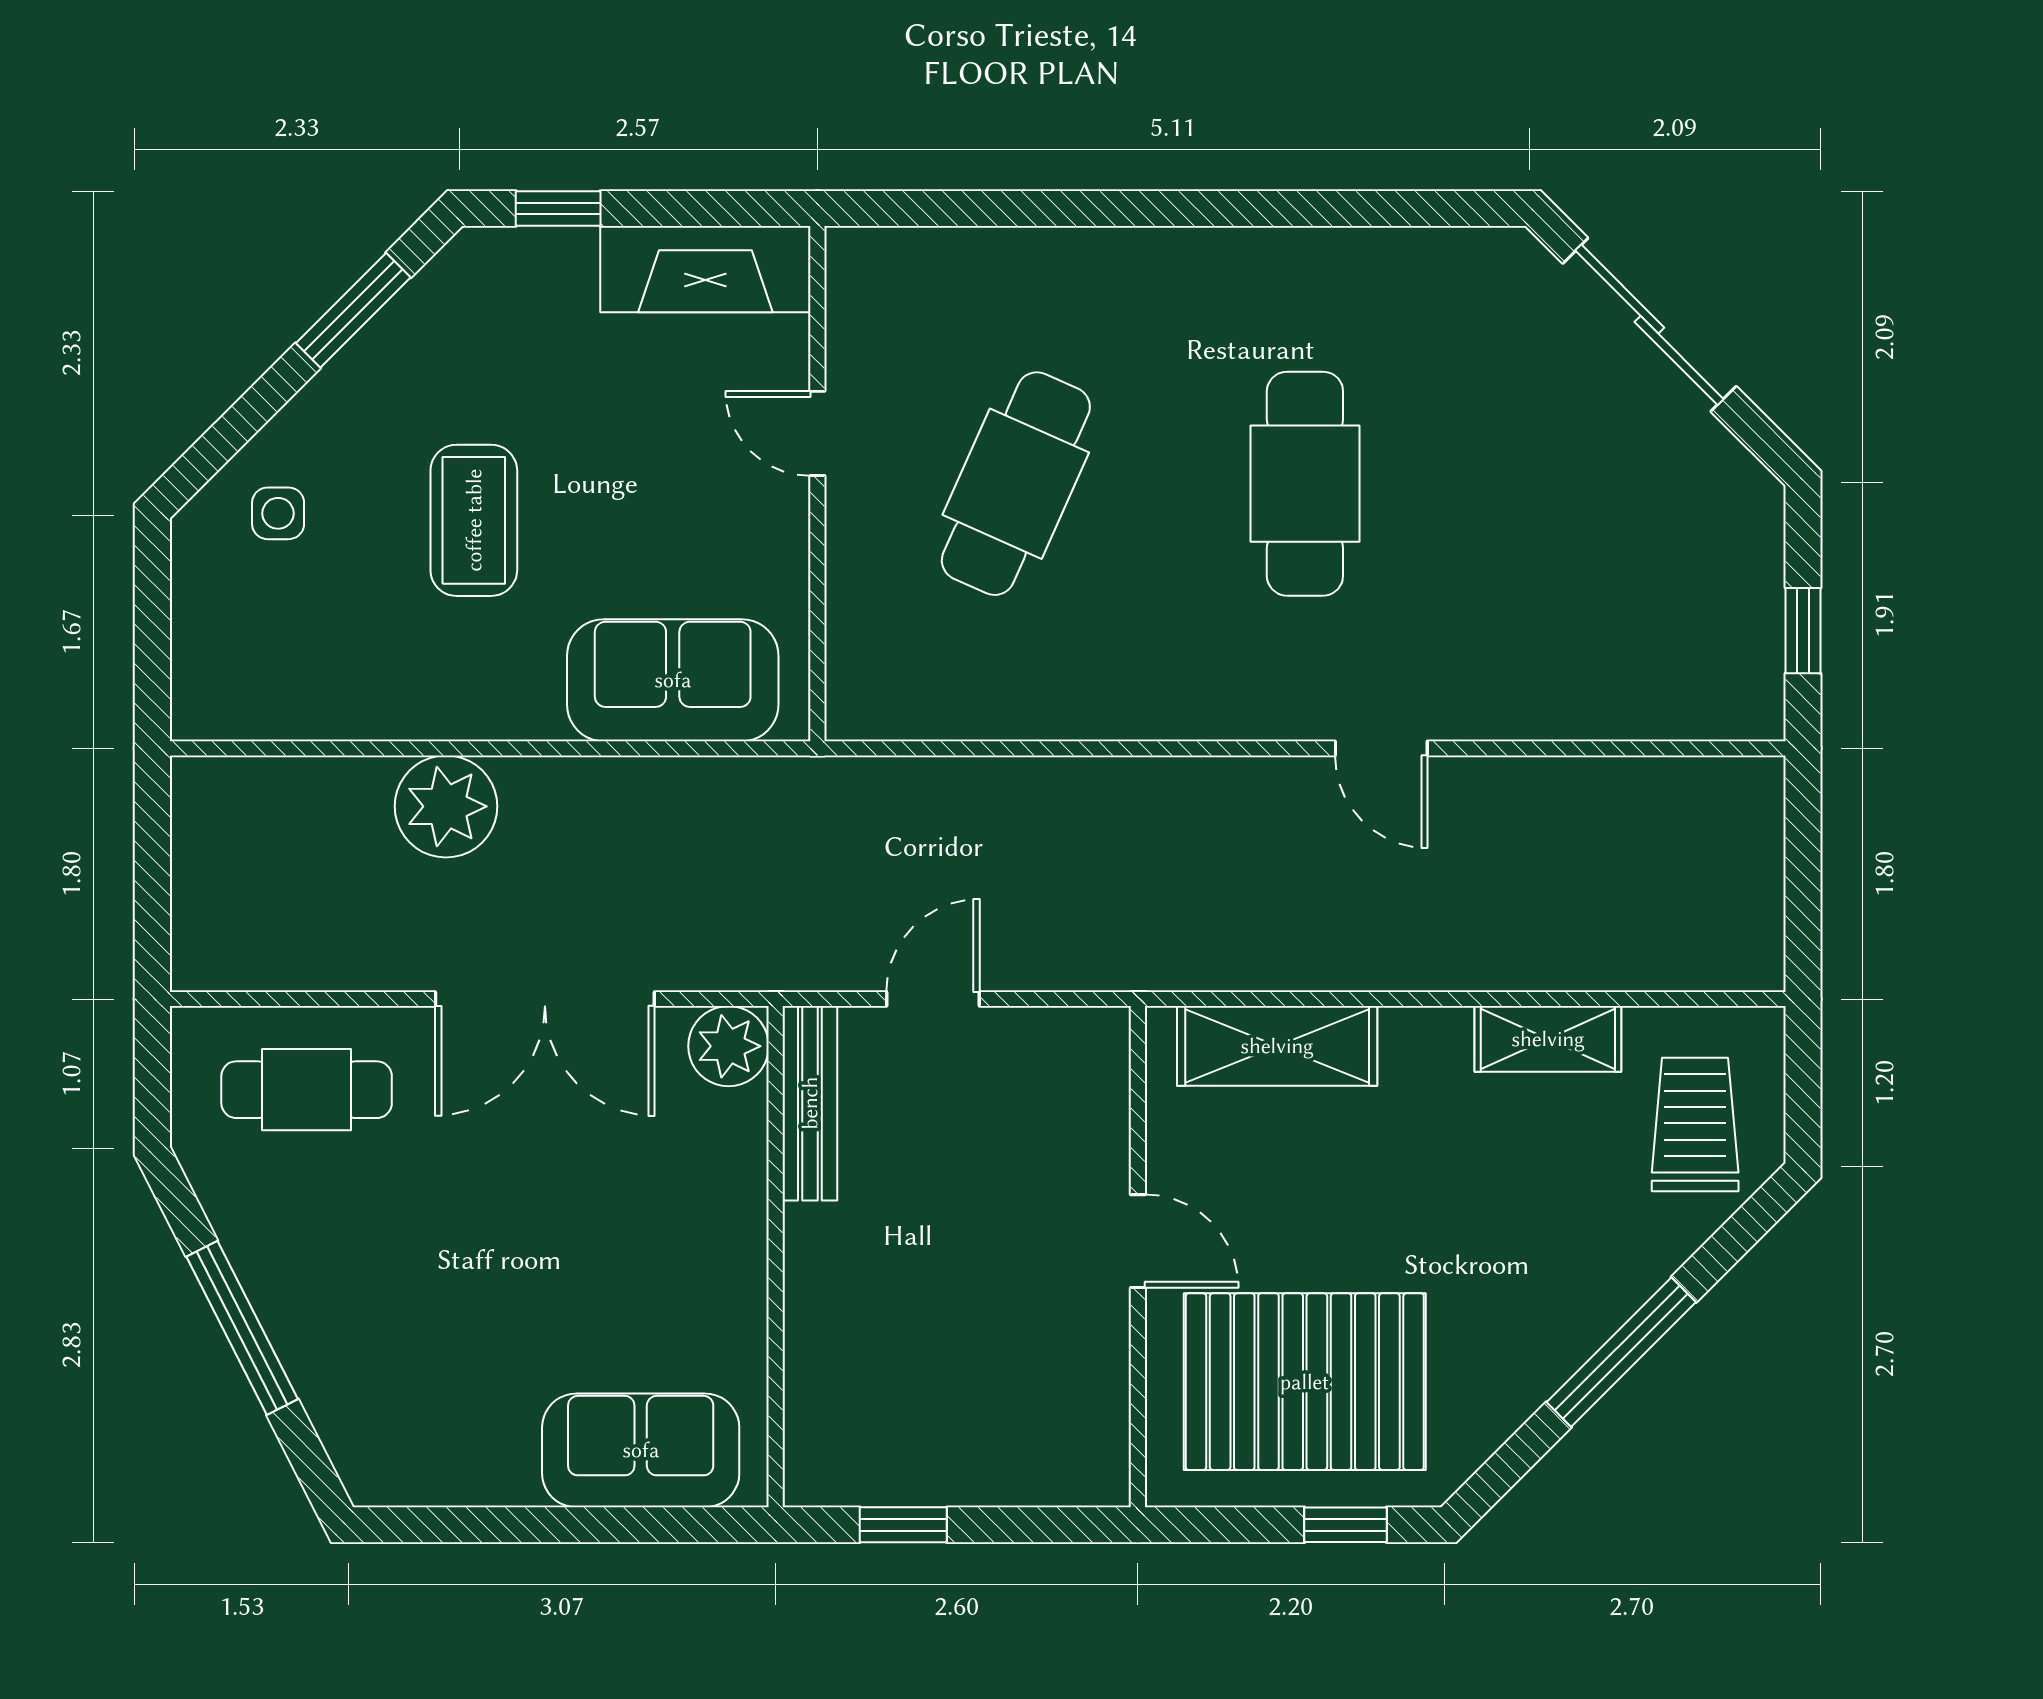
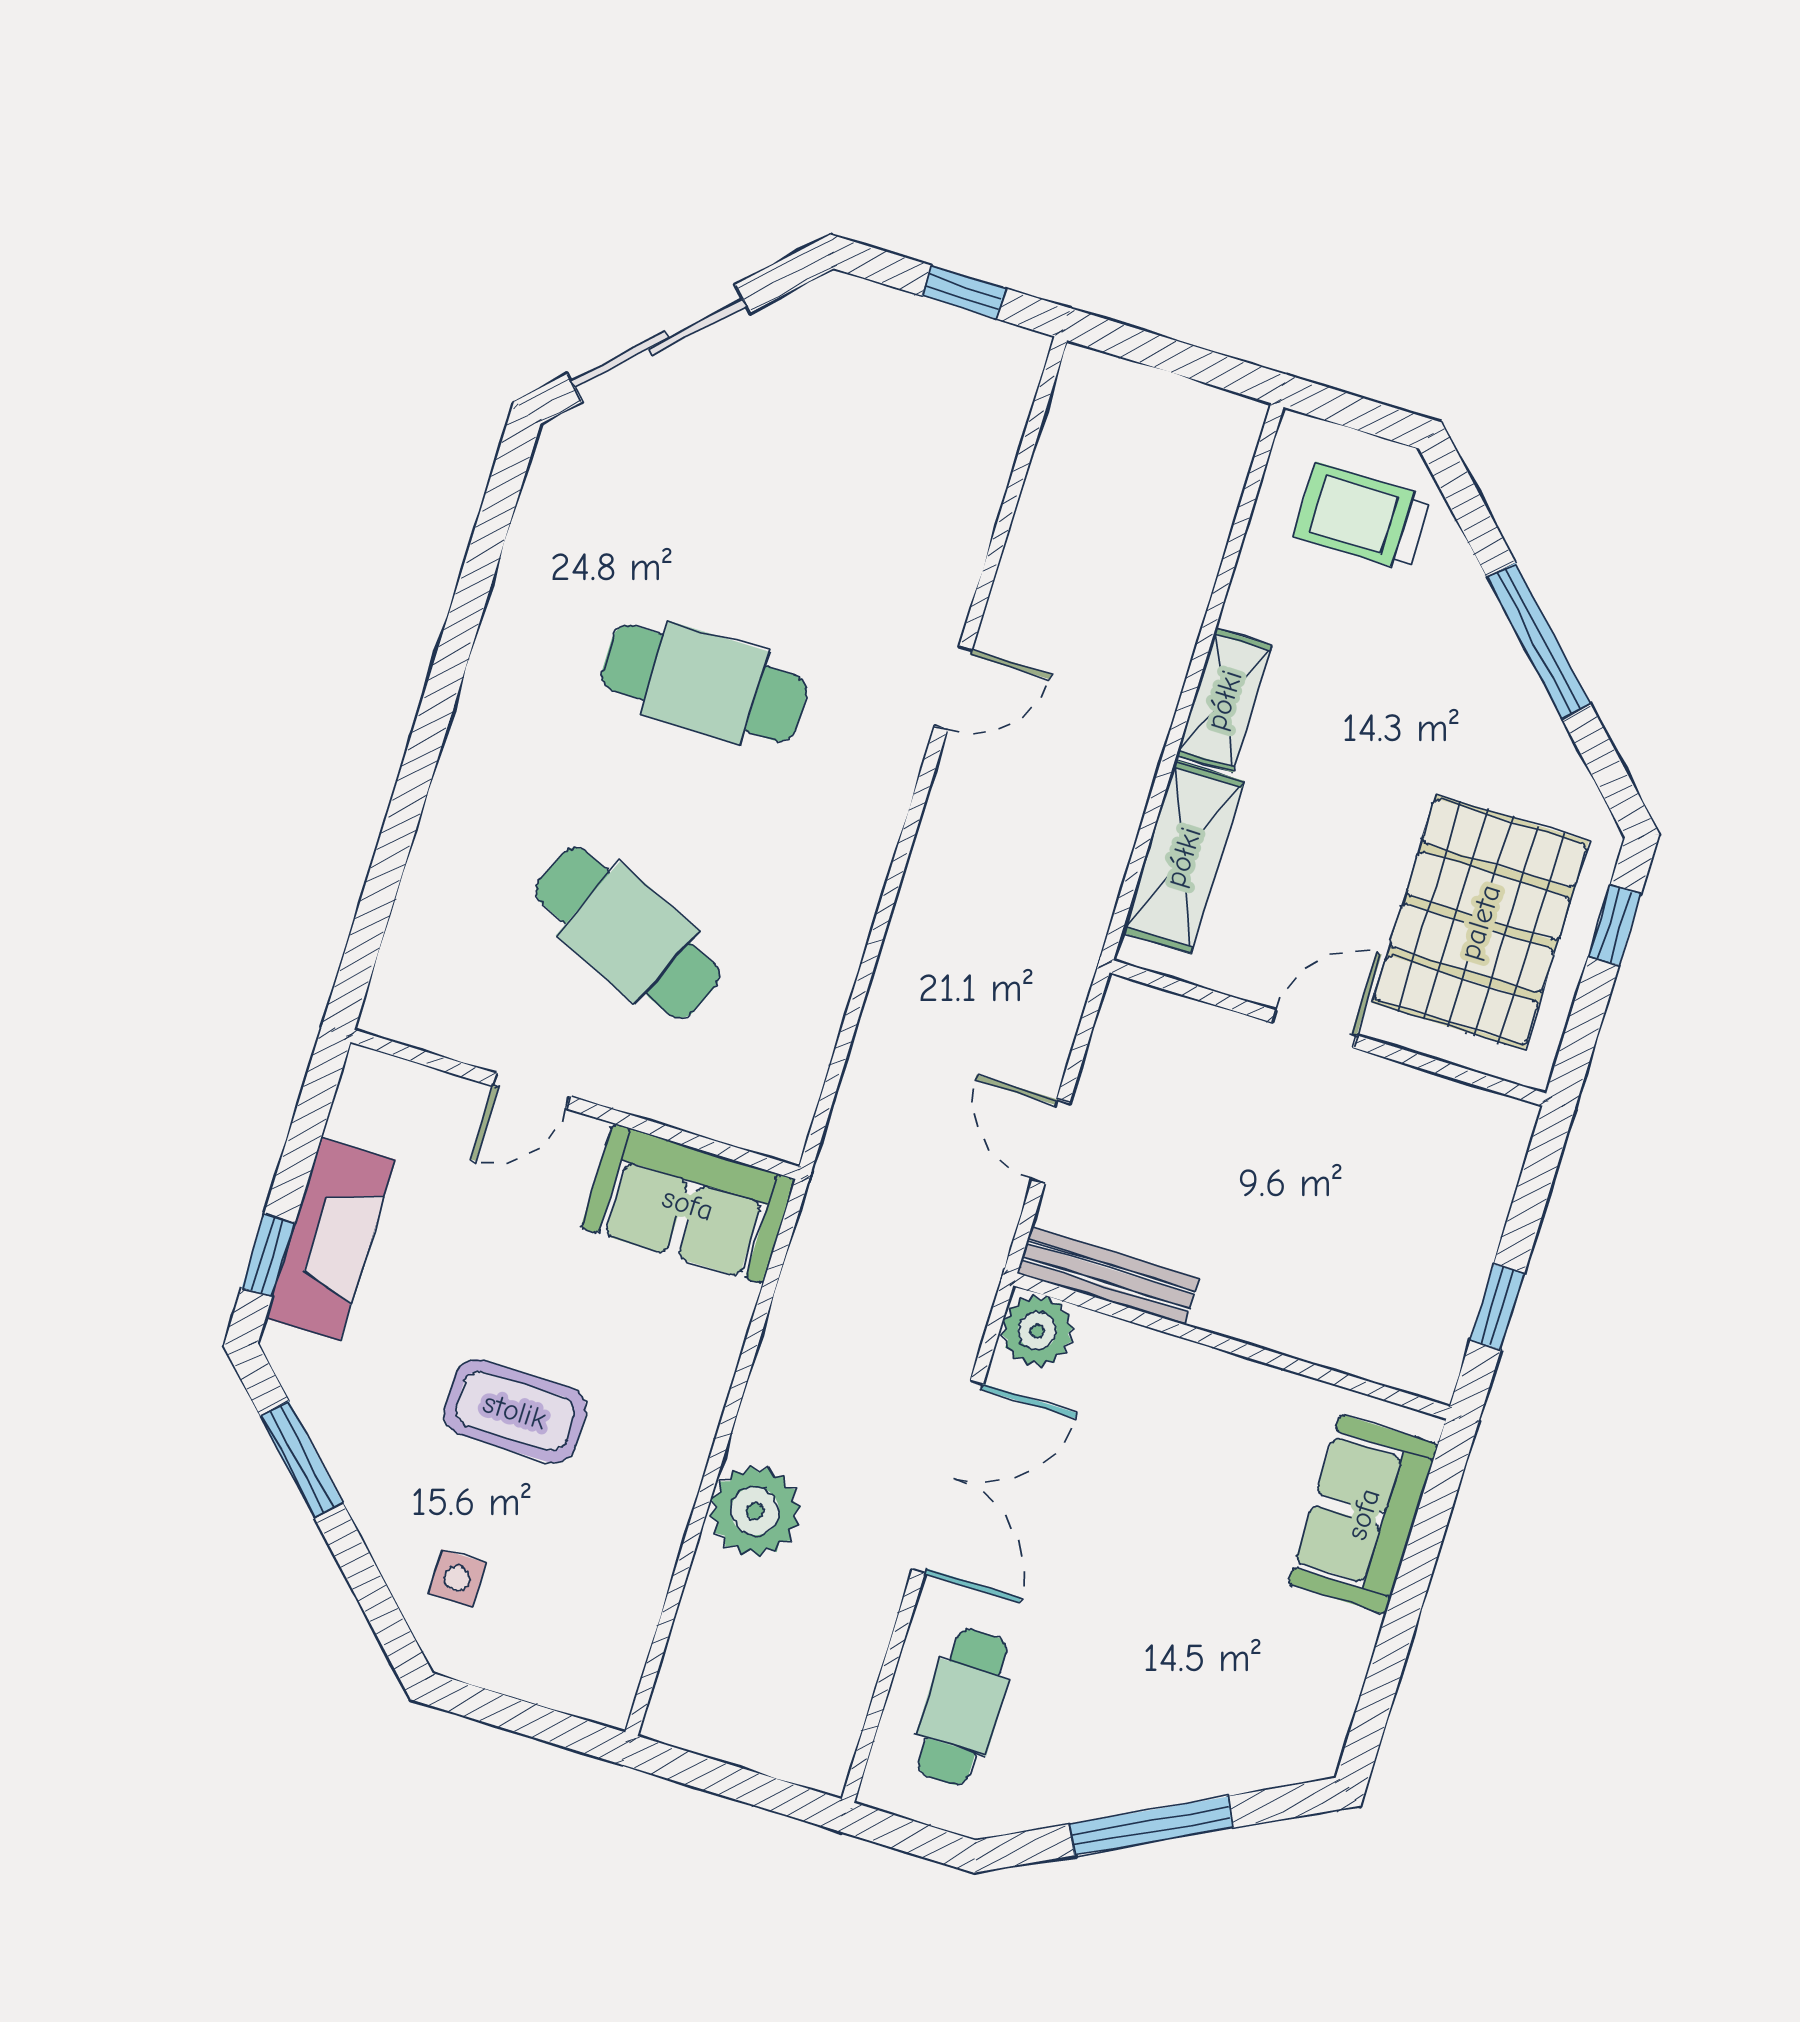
fireplace: (705, 269) -> (331, 1239), moved
sofa: (673, 680) -> (688, 1204), moved, turned -90
shelving: (1548, 1039) -> (1224, 700), moved

